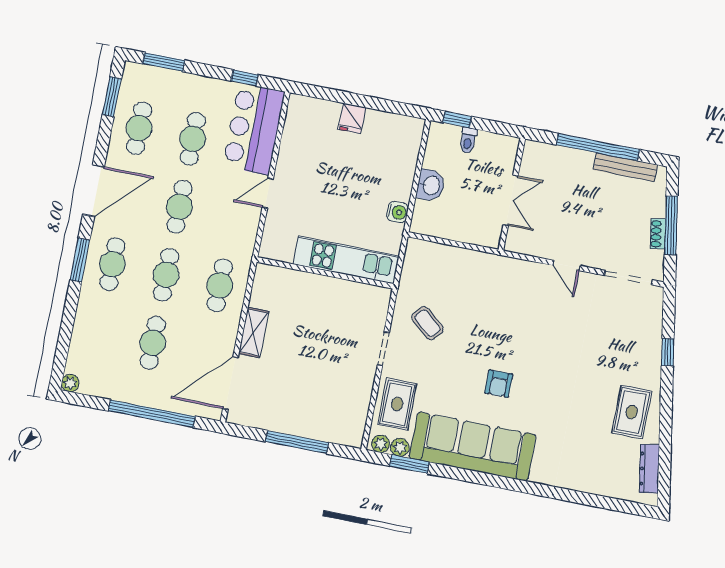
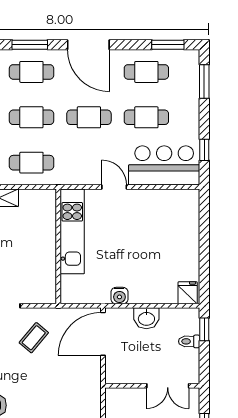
fridge: (352, 118) -> (188, 293), moved, turned 90
double door: (511, 200) -> (168, 386), moved
door: (439, 240) -> (103, 334), added
kitchen unit: (346, 260) -> (72, 231), moved

